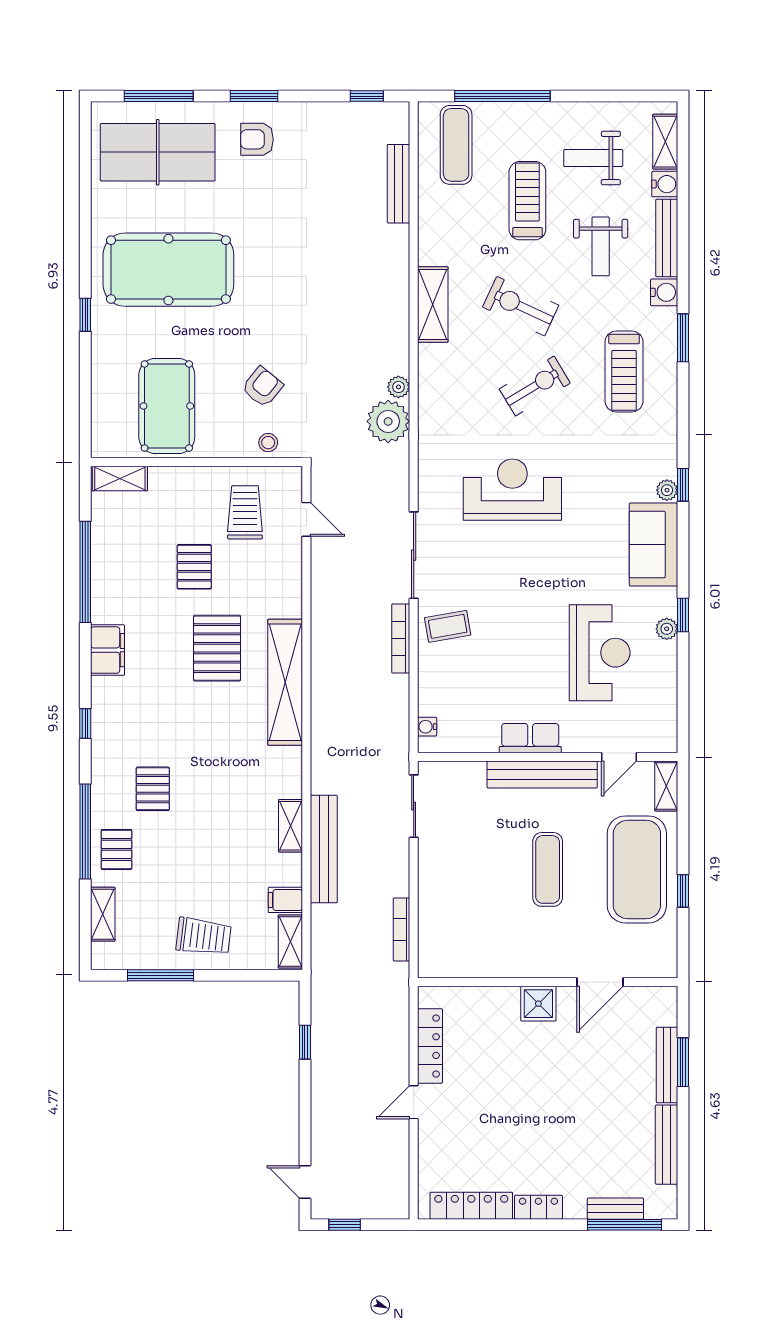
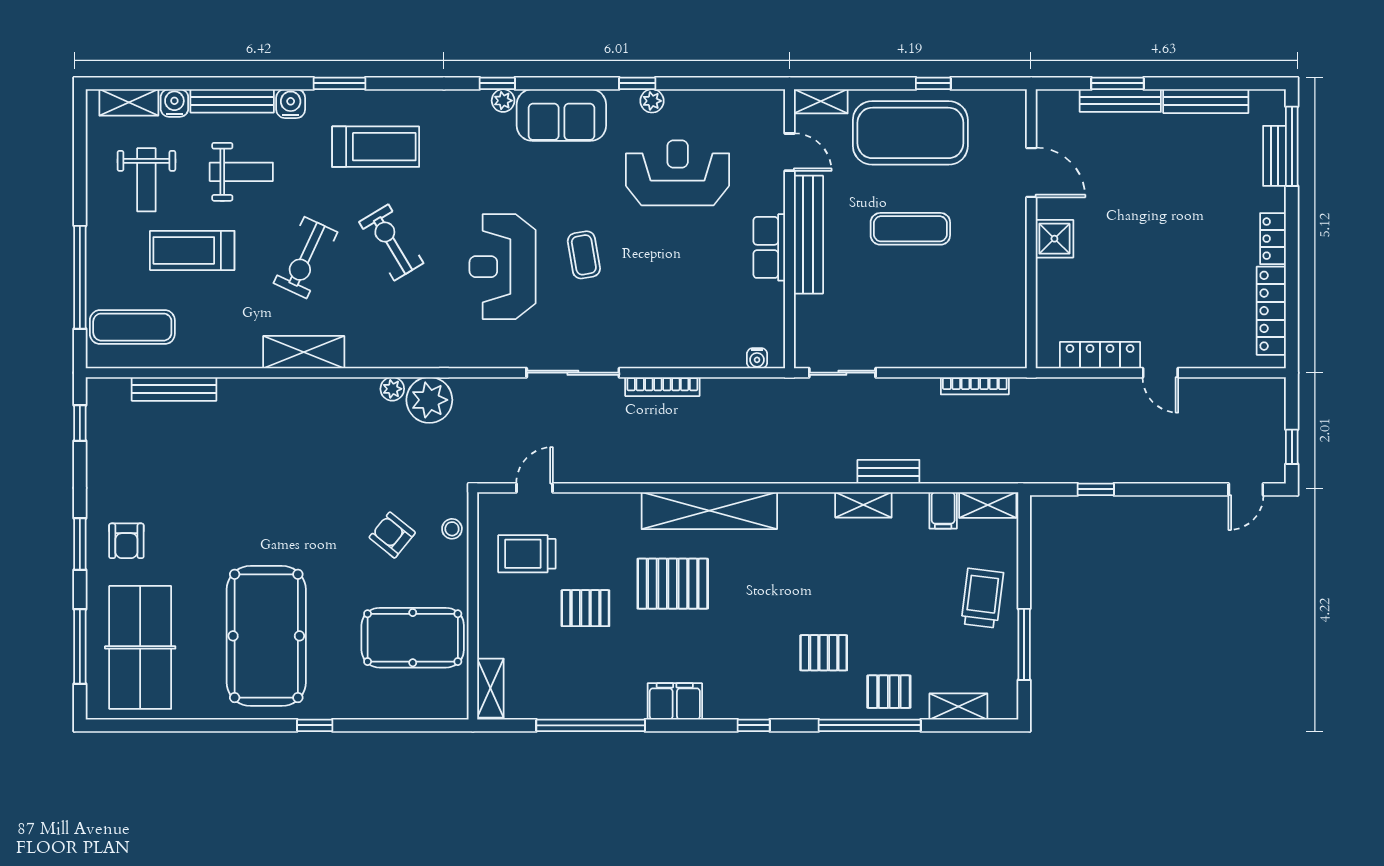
coffee table: (448, 626) -> (584, 255), moved
bench: (324, 849) -> (888, 472), width x0.54, depth x0.82

